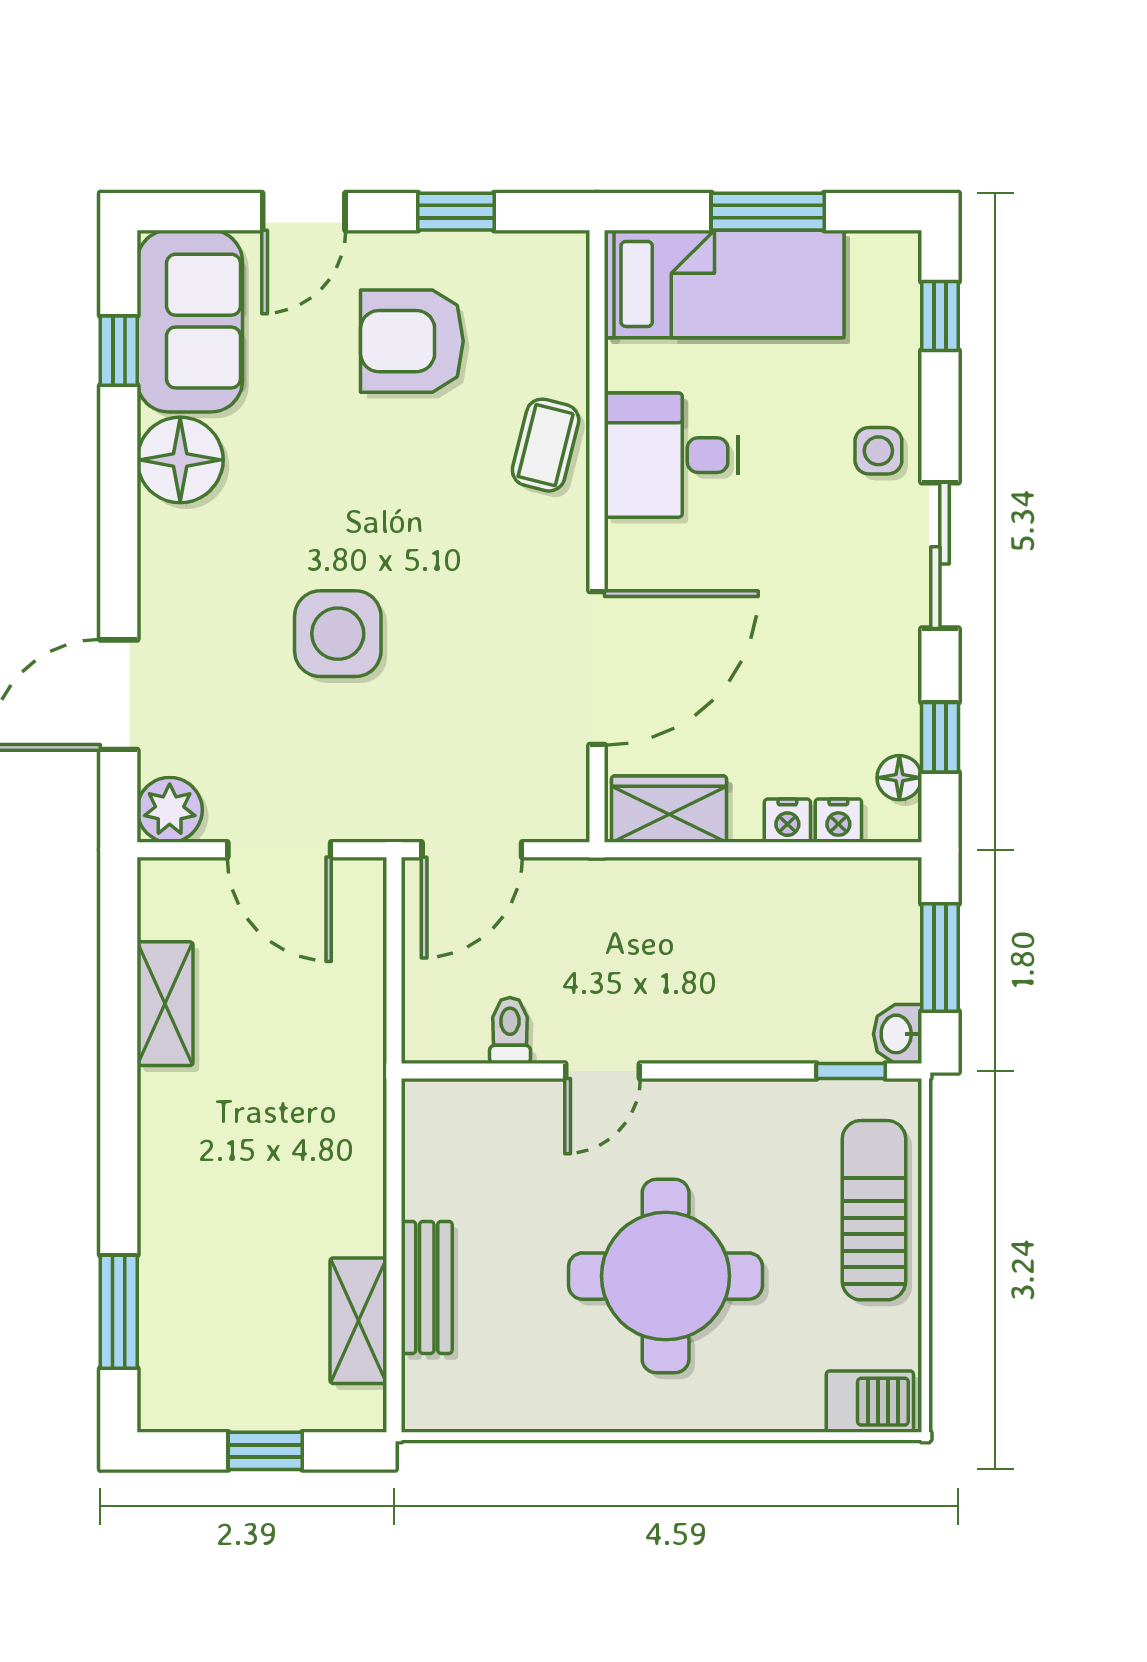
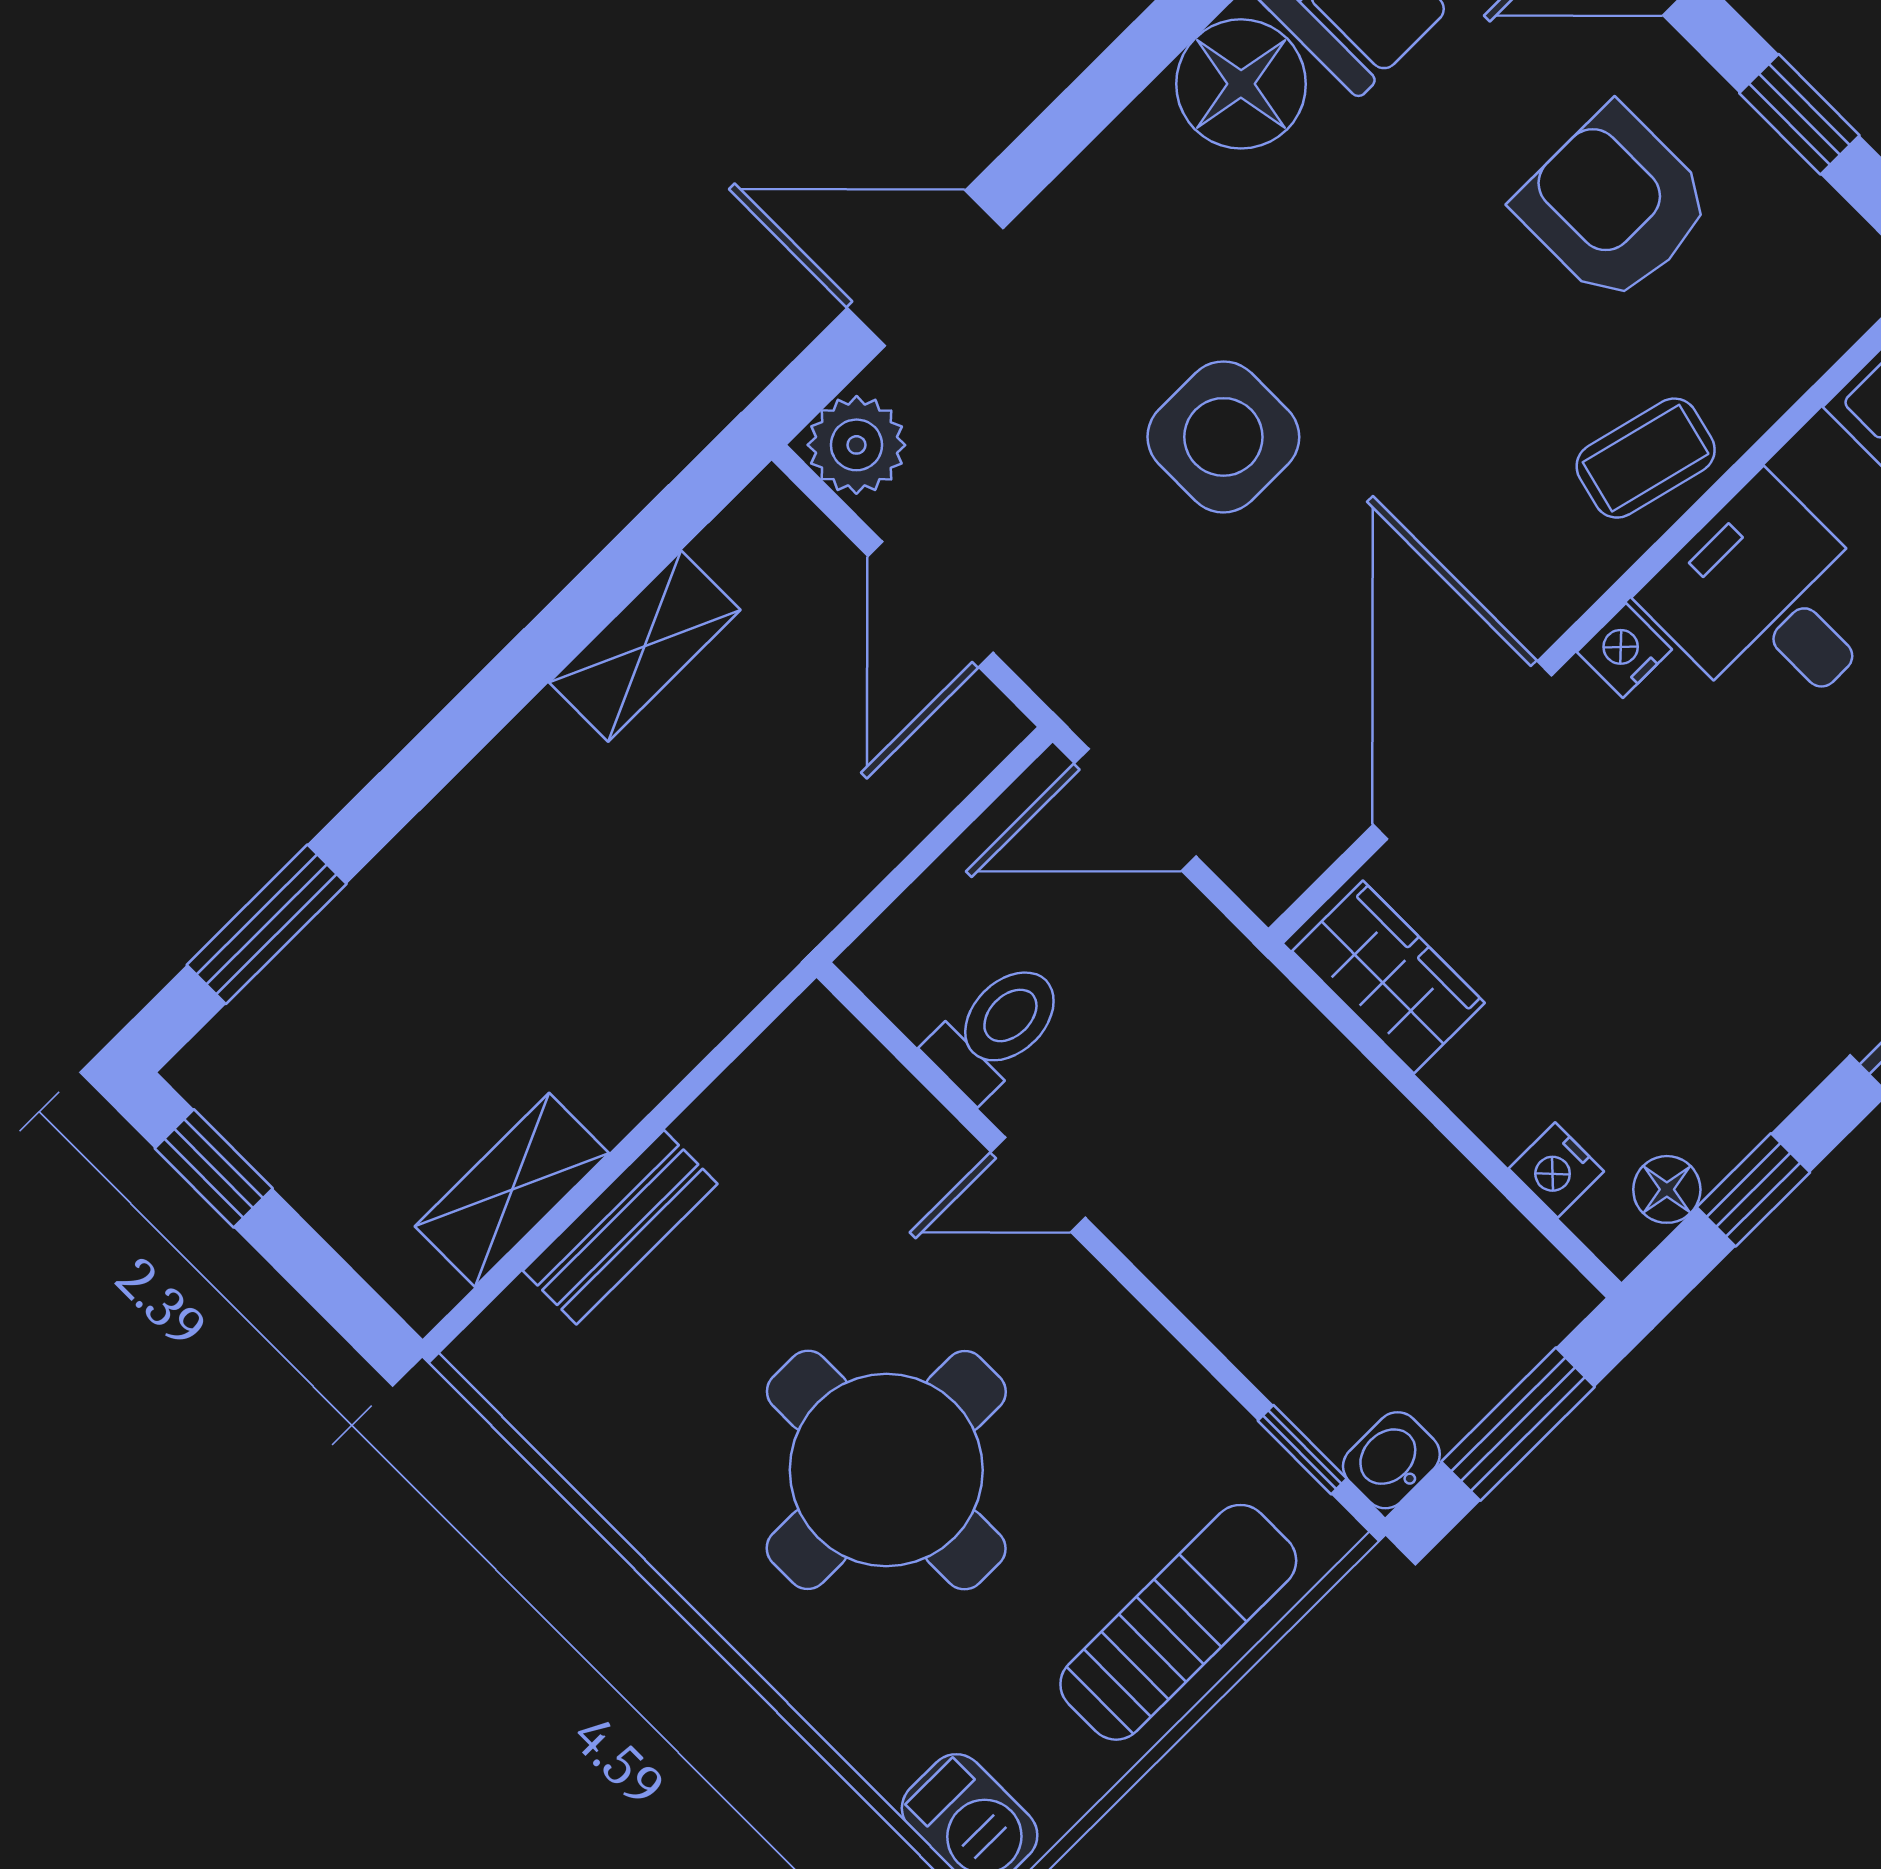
door: (597, 668) -> (1462, 750), swing flipped
nightstand: (787, 821) -> (1624, 651), moved, turned 90
toilet: (510, 1030) -> (997, 1029), width x1.37, depth x1.39
window: (265, 1451) -> (214, 1168), moved

